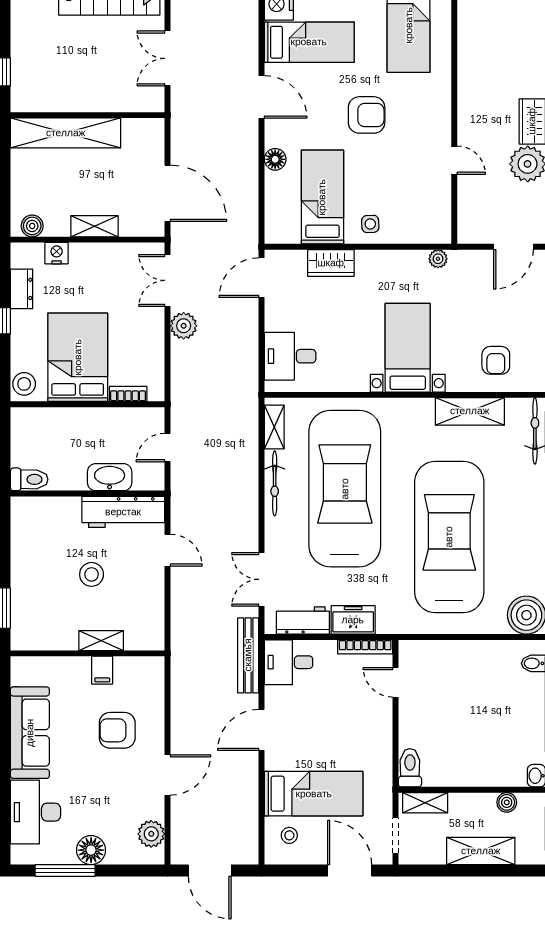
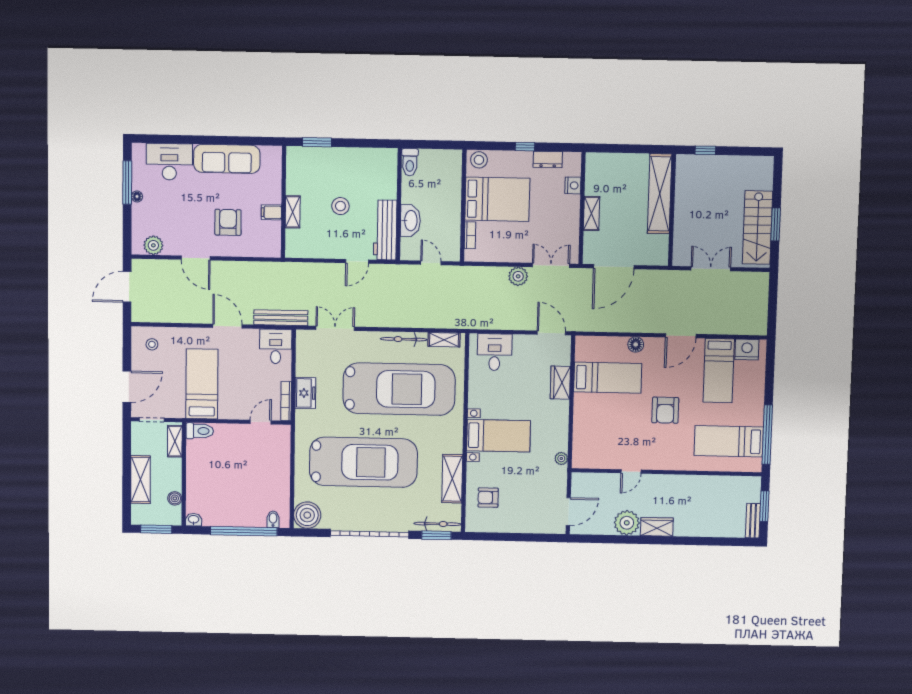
side table: (370, 224) -> (587, 411), removed
boiler: (32, 226) -> (593, 168), removed
door: (513, 247) -> (568, 512), swing flipped
workbench: (303, 620) -> (305, 357), removed
bed: (314, 794) -> (202, 384), moved, turned 180
floor lamp: (91, 850) -> (137, 196), width x0.53, depth x0.53

